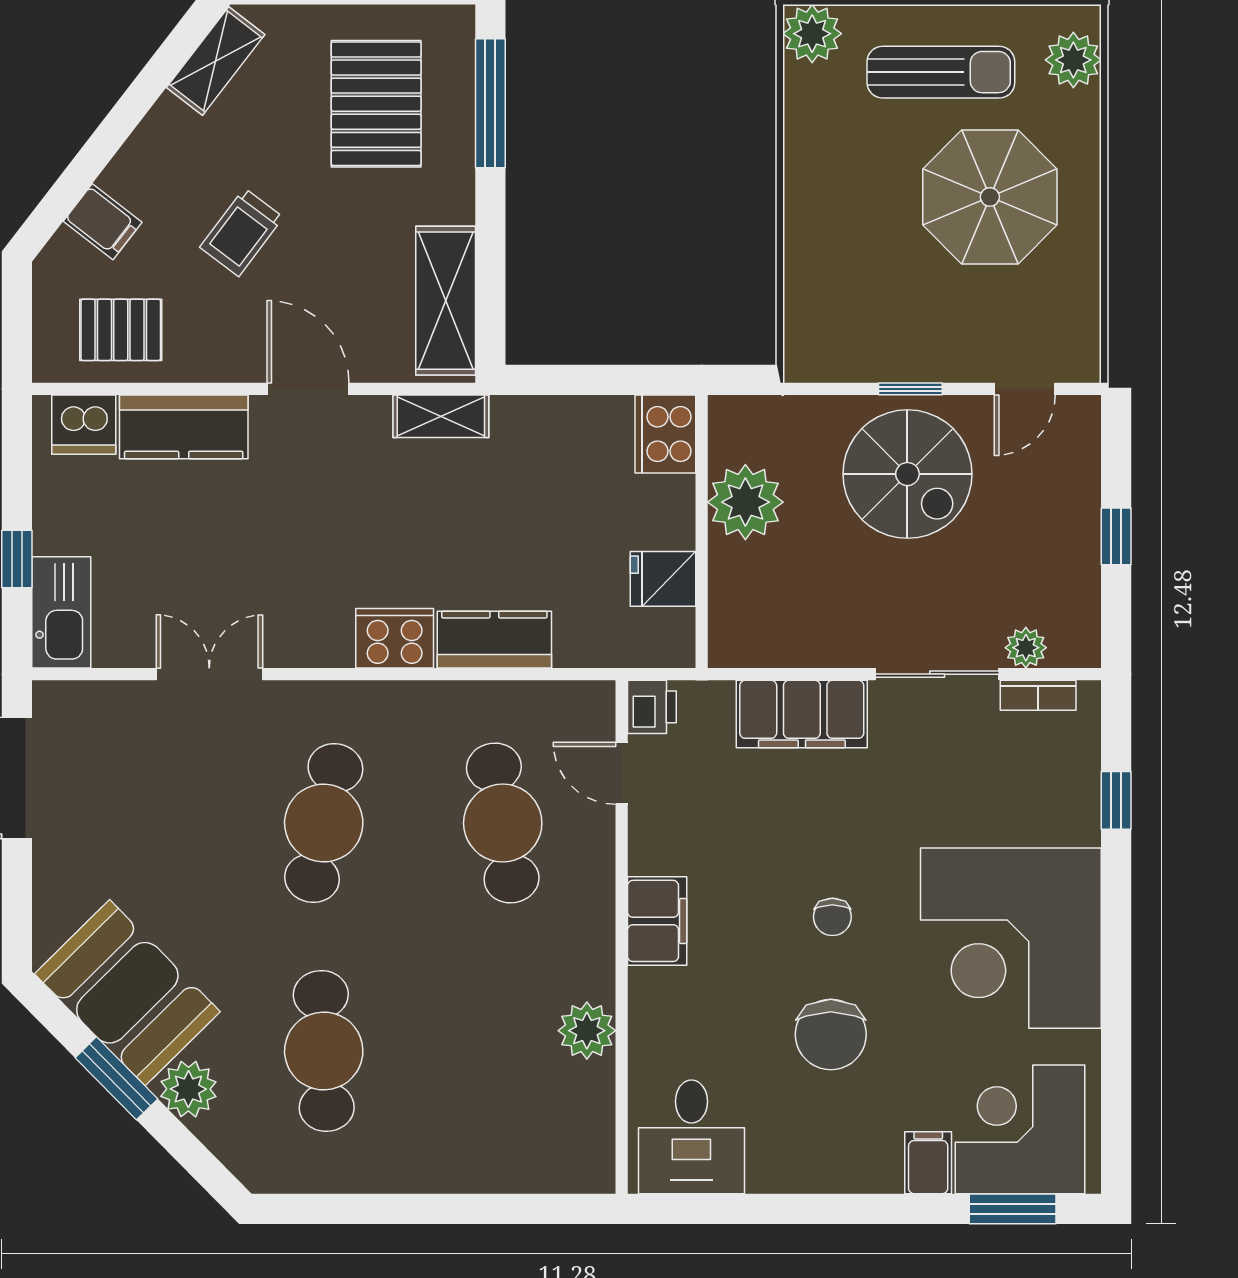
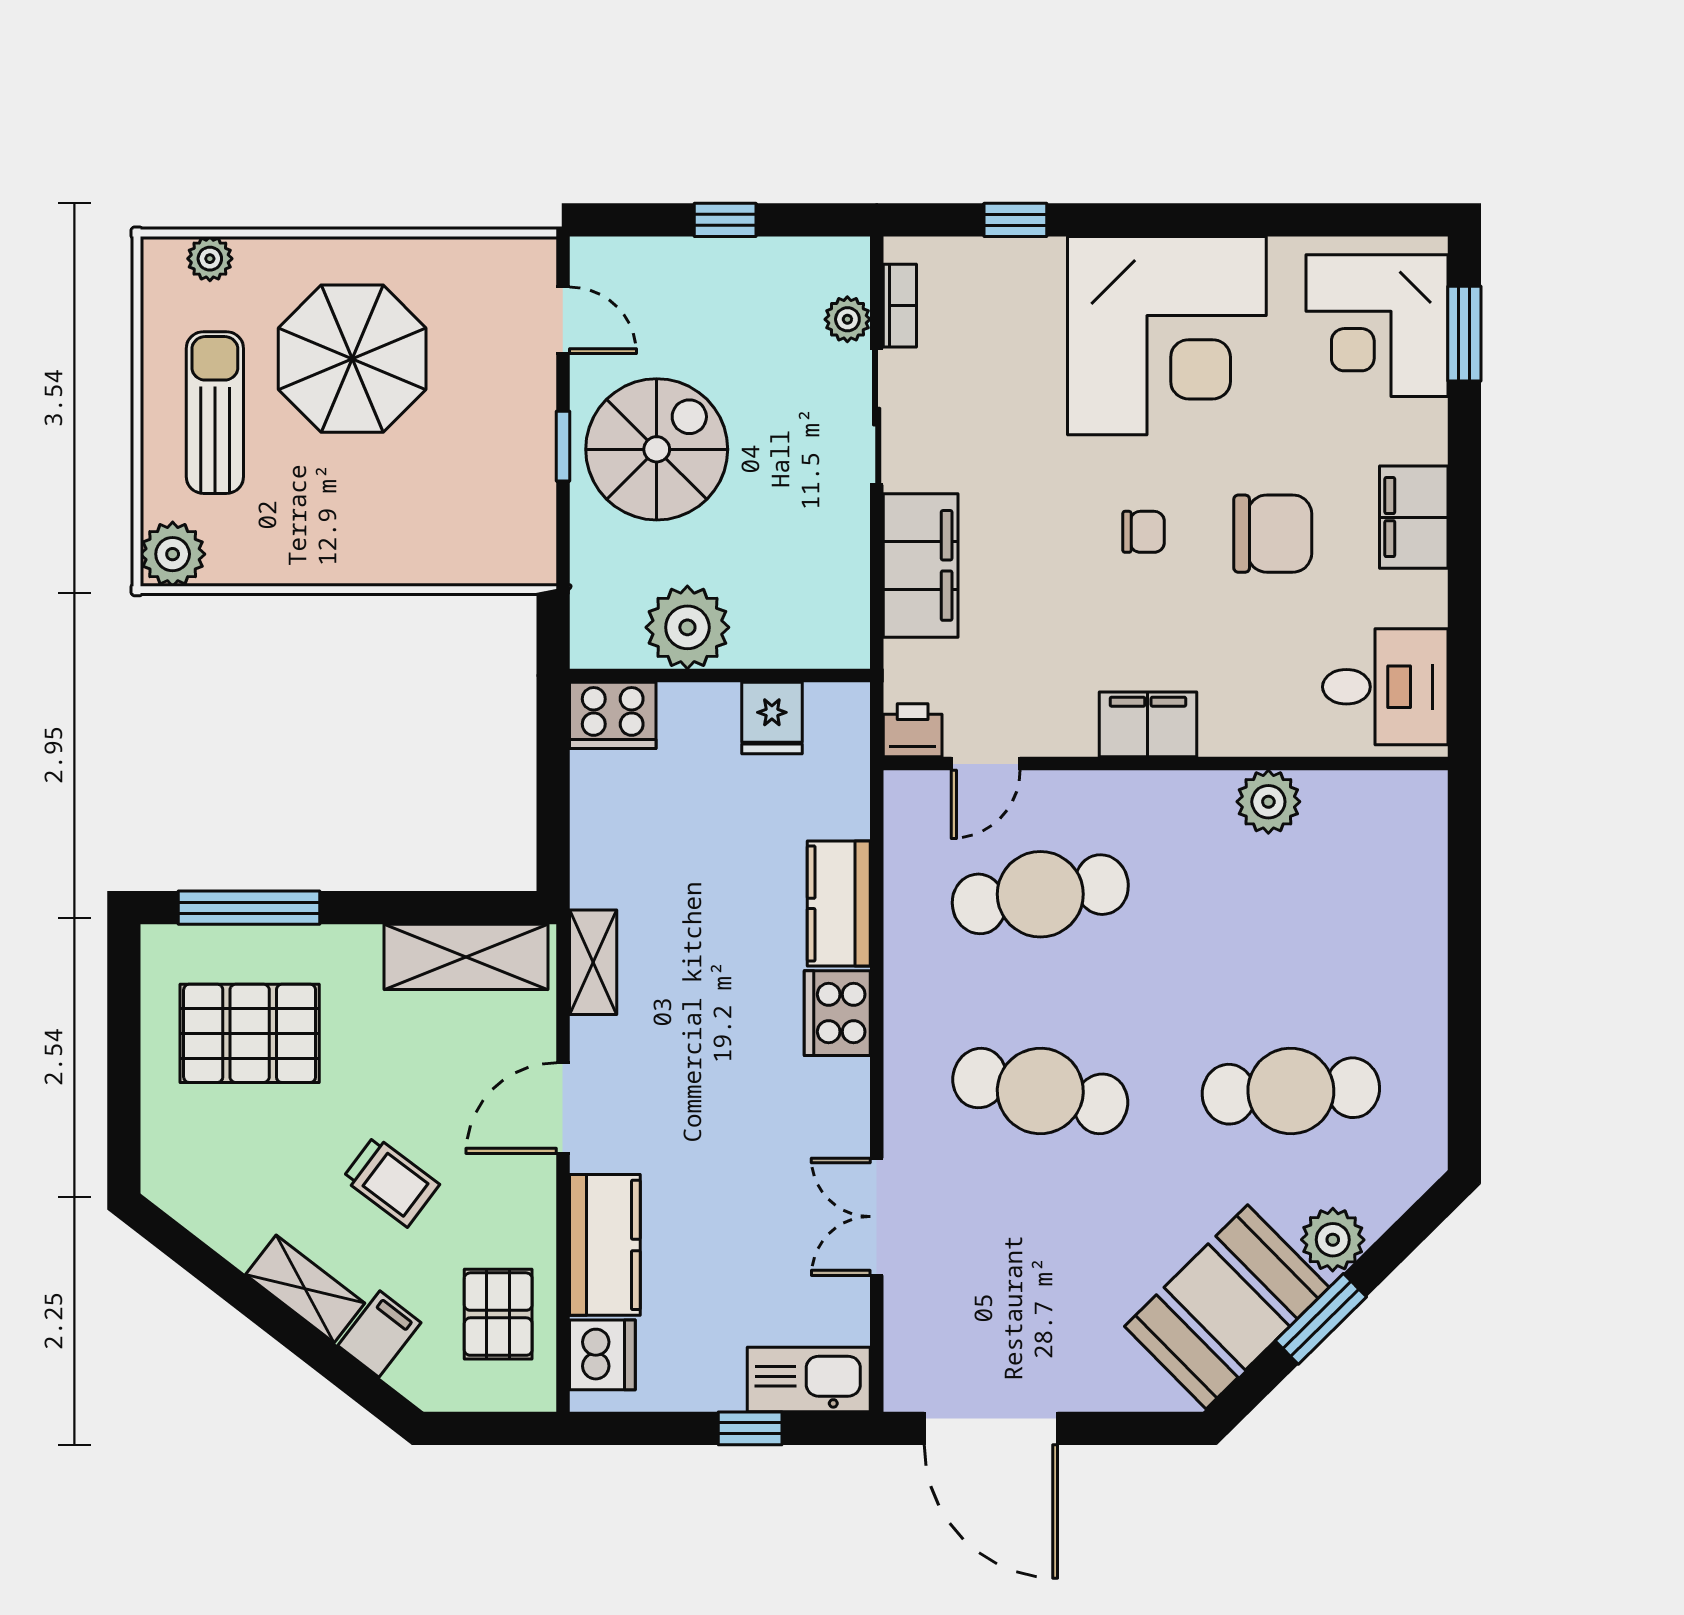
plant: (1073, 60) -> (210, 259), width x0.73, depth x0.73
shelving: (216, 61) -> (305, 1289), moved
filing cabinet: (928, 1163) -> (1414, 517), moved, width x2.00

